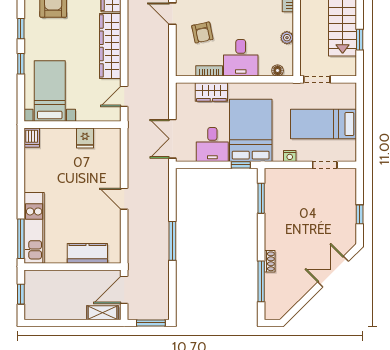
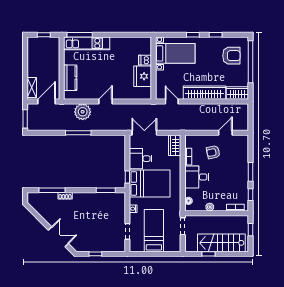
wardrobe: (211, 92) -> (175, 145), moved
dishwasher: (32, 138) -> (145, 60), moved
fridge: (85, 138) -> (143, 76), width x1.88, depth x1.34
plant: (140, 234) -> (83, 112), added
door: (124, 290) -> (47, 102), hinge flipped

